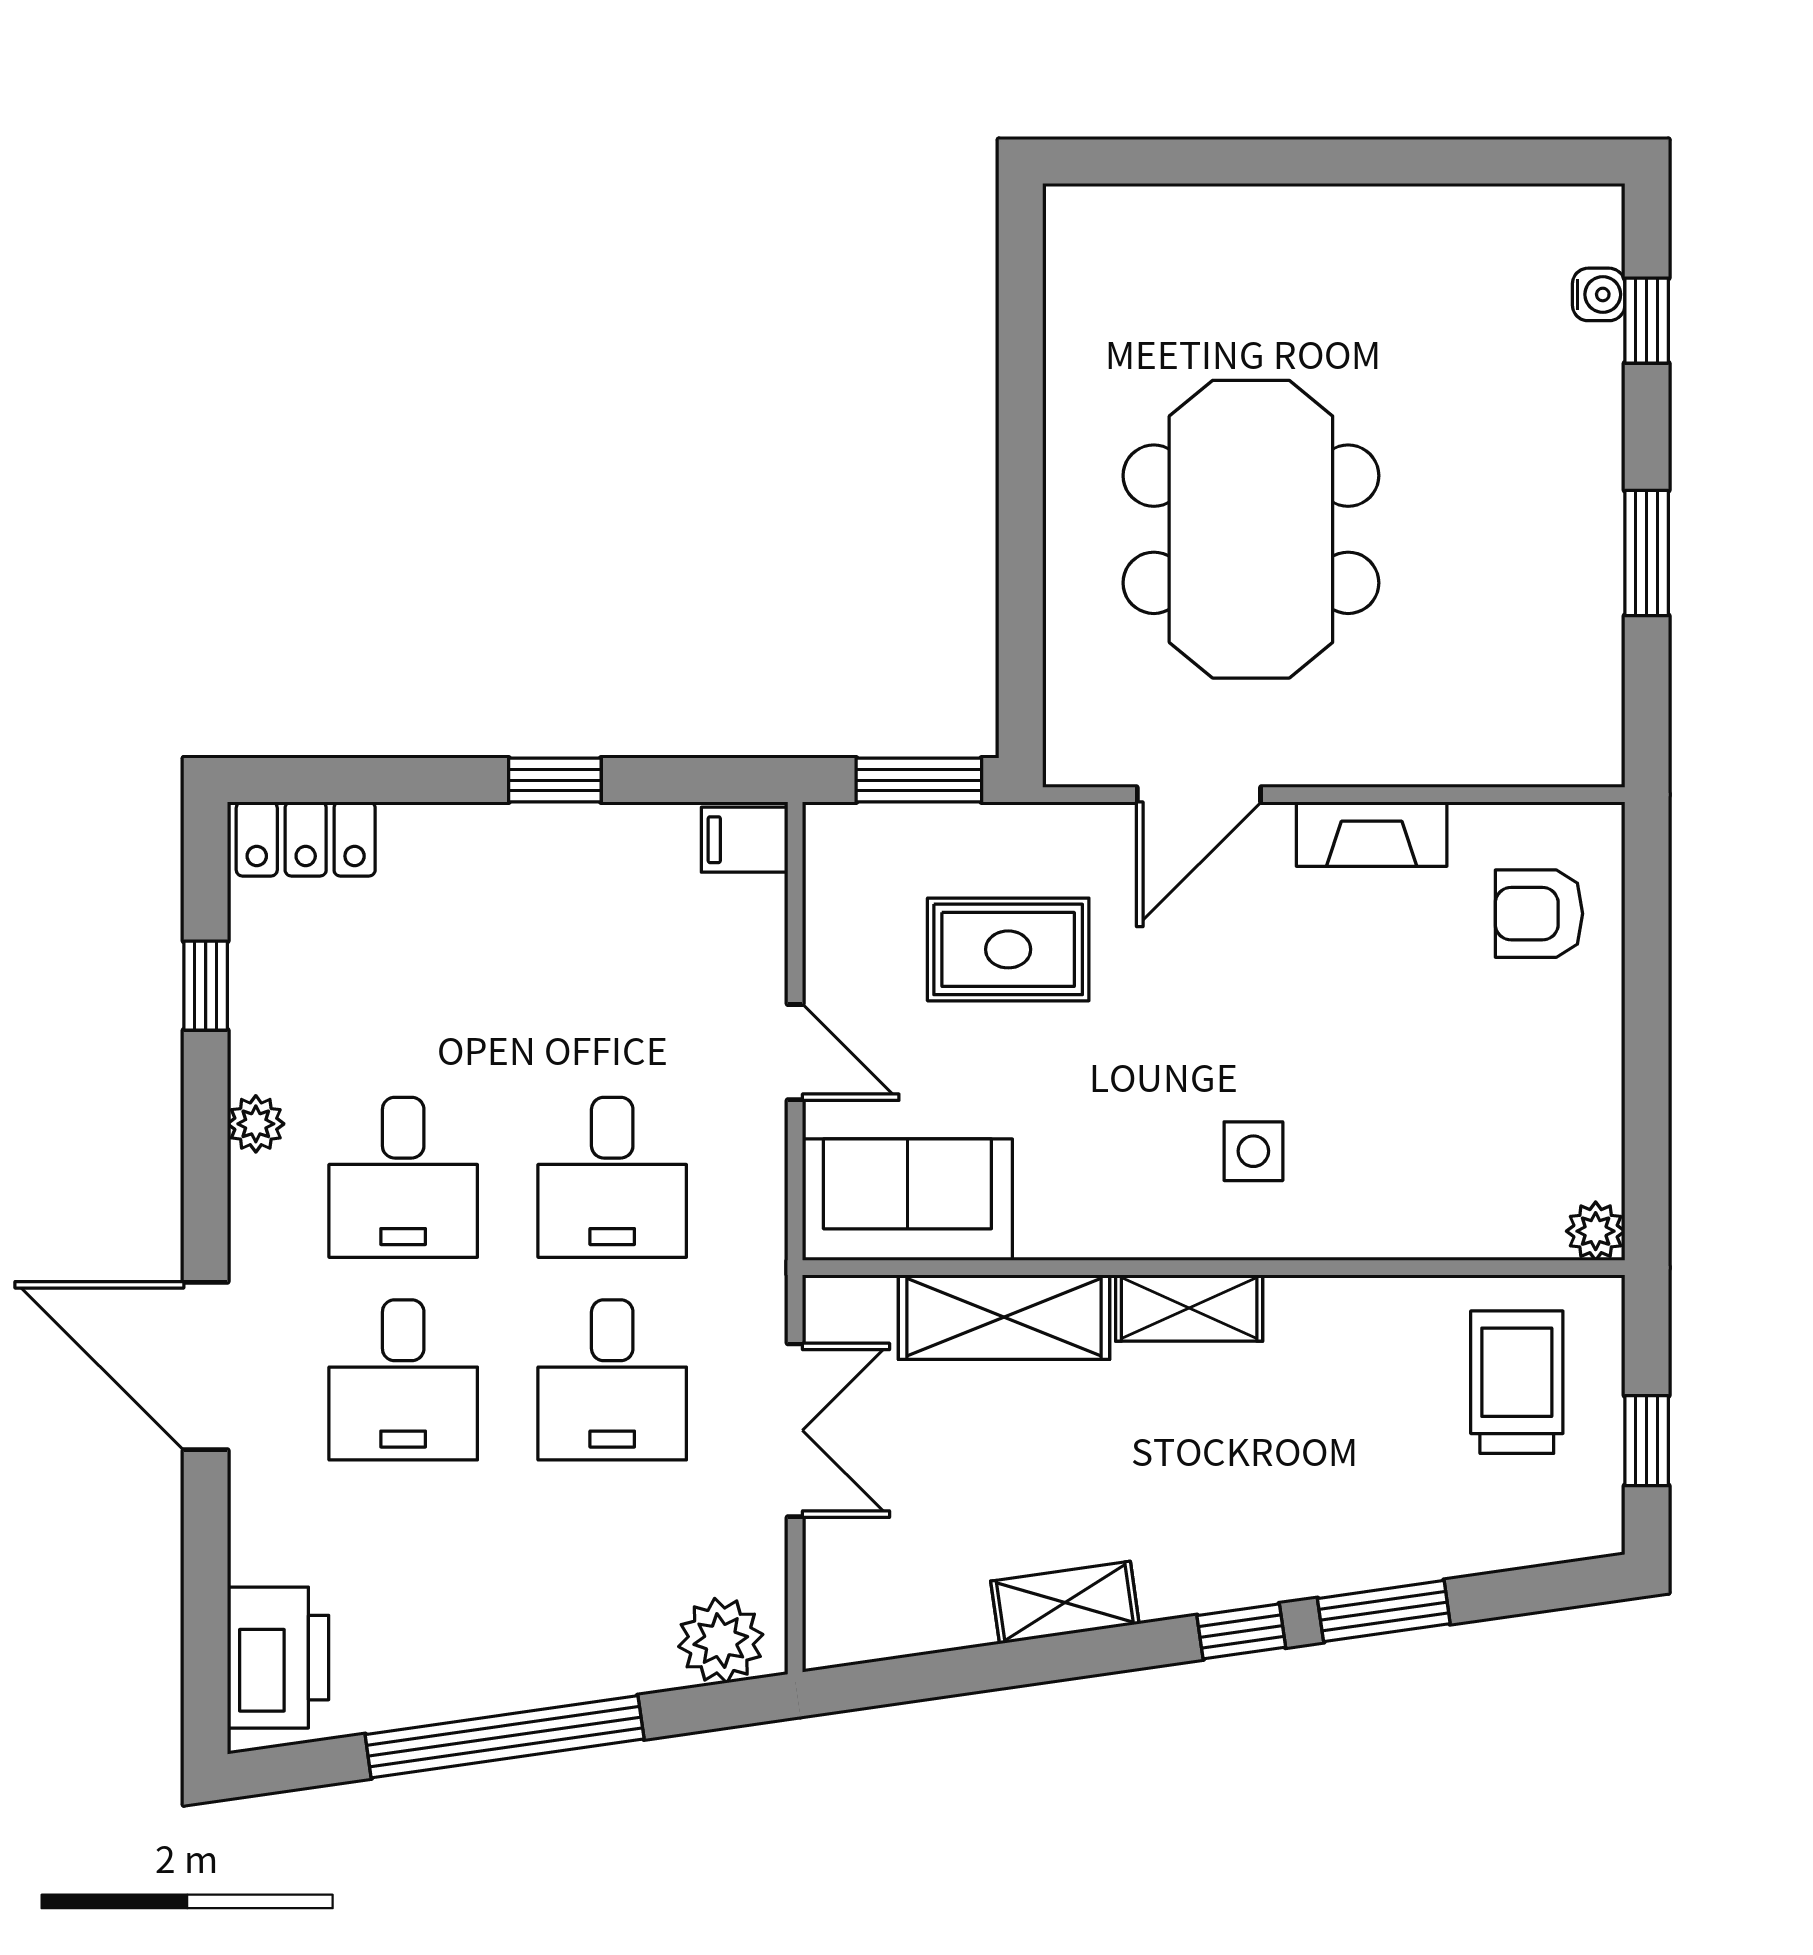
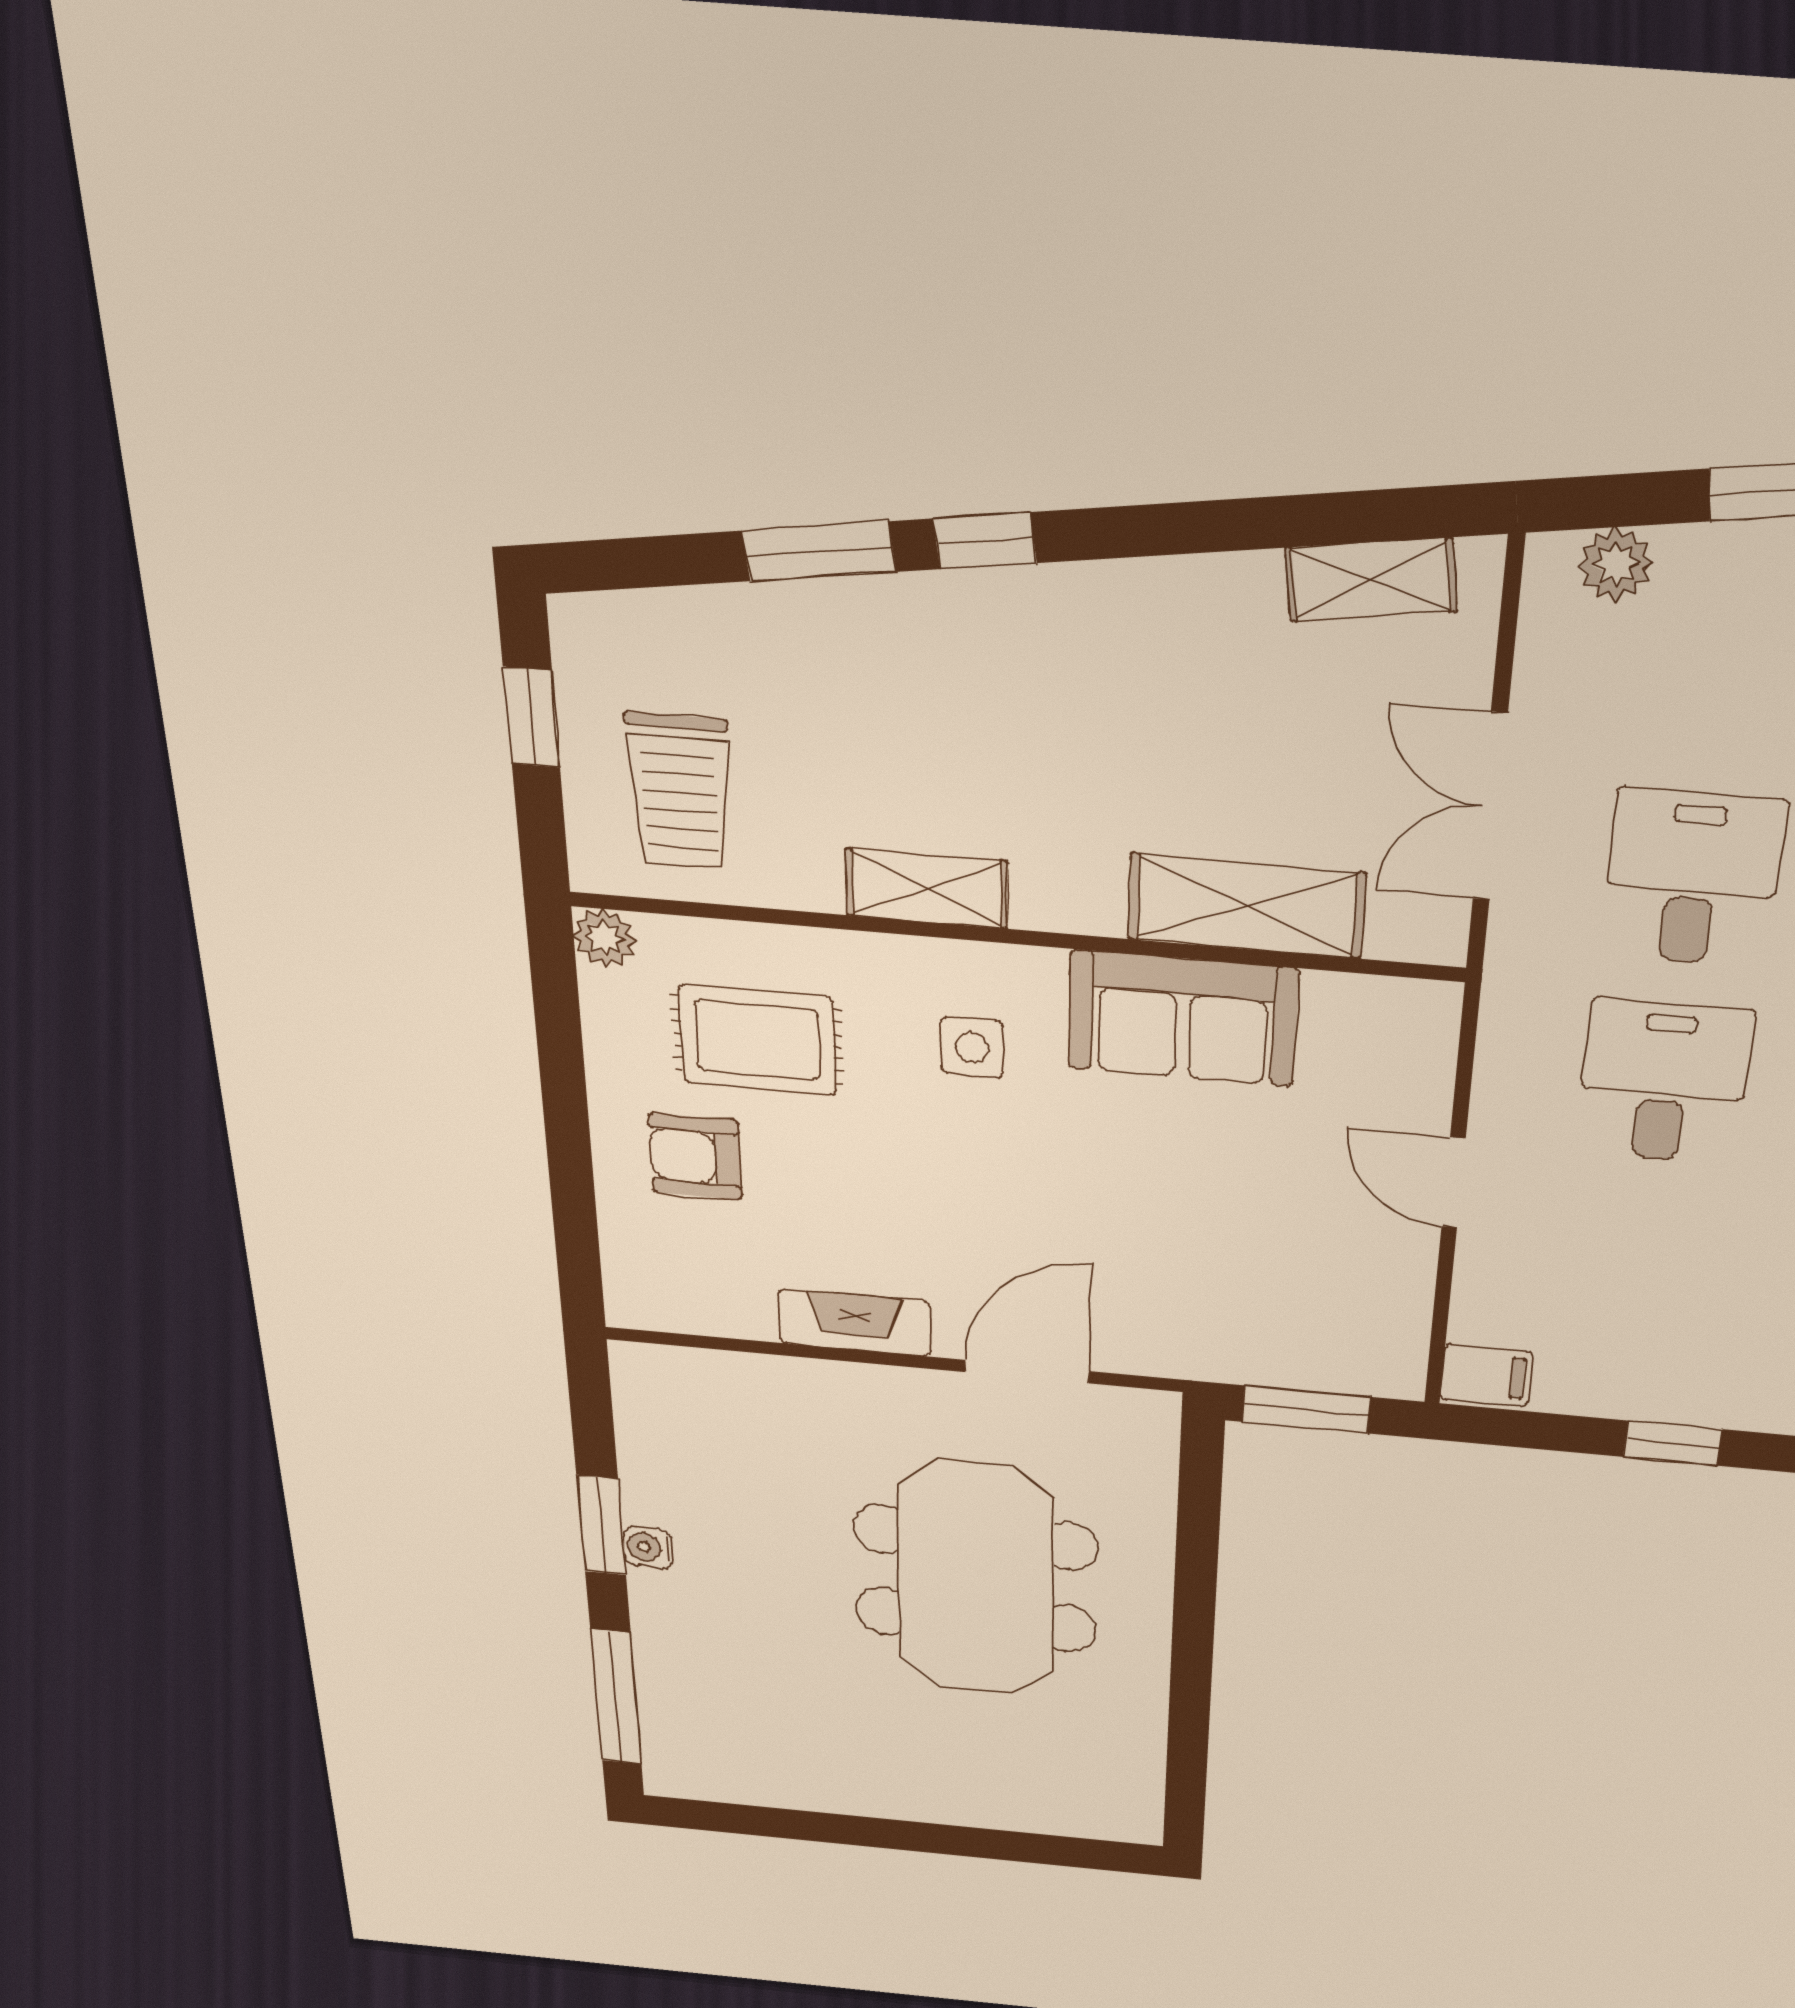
water cooler: (1599, 294) -> (648, 1547), moved
window: (1647, 321) -> (616, 1697), width x2.17
armchair: (1539, 914) -> (695, 1157), moved, turned 180
rug: (1008, 949) -> (758, 1040), moved
sofa: (907, 1200) -> (1183, 1018), moved
shelving: (1189, 1308) -> (927, 888), moved
shelving: (1065, 1603) -> (1371, 580), moved
plant: (721, 1641) -> (1616, 564), width x0.73, depth x0.73

